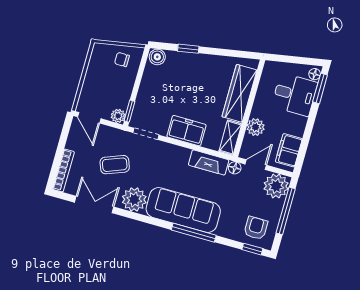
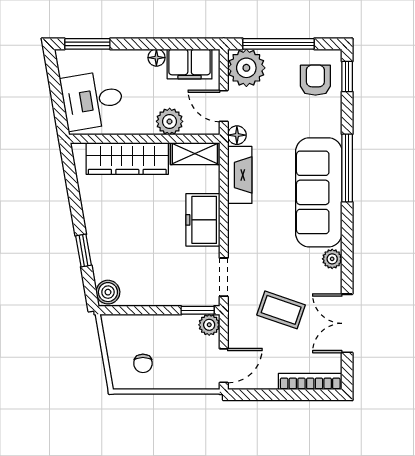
chair: (122, 60) -> (143, 363), moved
floor lamp: (315, 74) -> (156, 58), moved
desk: (295, 95) -> (93, 100), moved, turned -100
coffee table: (115, 165) -> (281, 310), turned -50
plant: (134, 200) -> (332, 259), width x0.53, depth x0.53
armchair: (256, 228) -> (315, 80), turned 90

